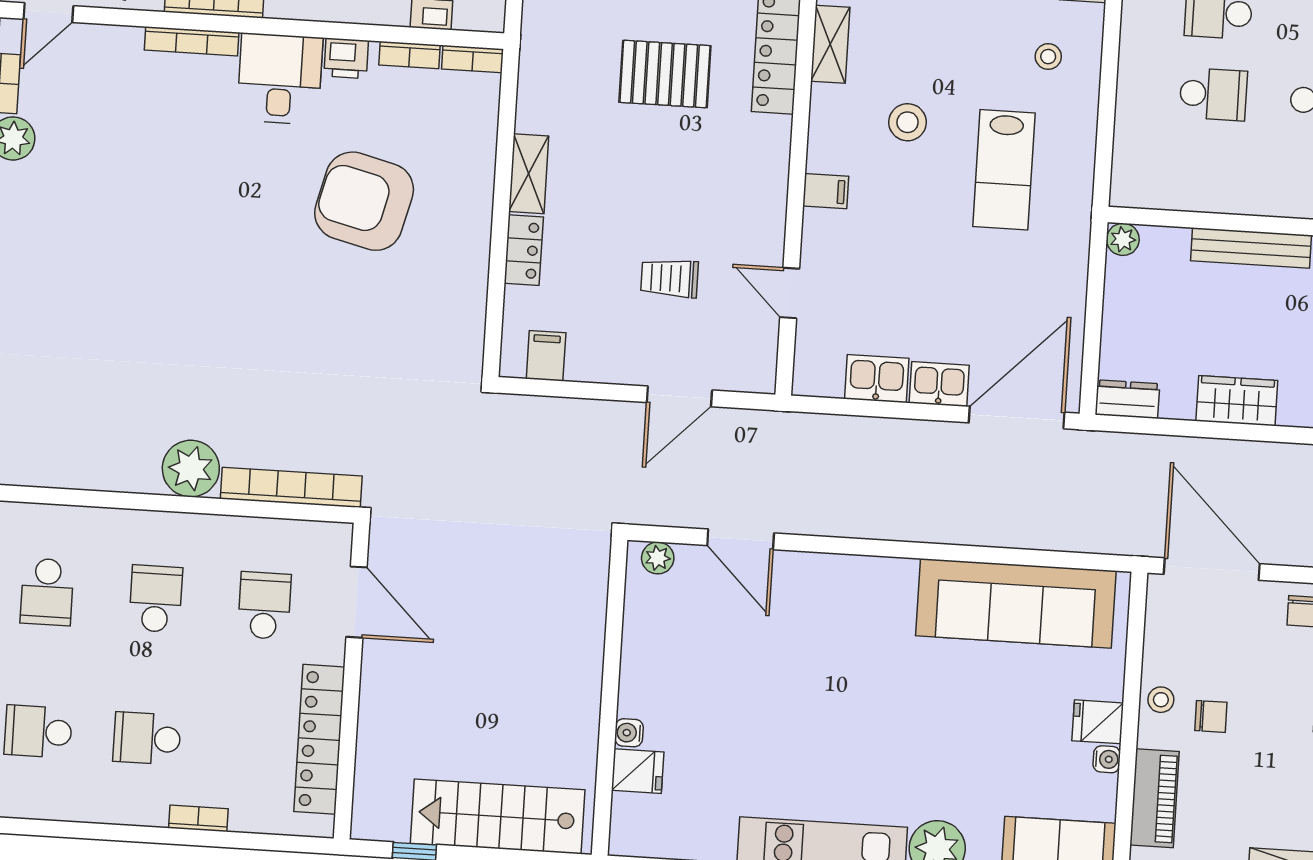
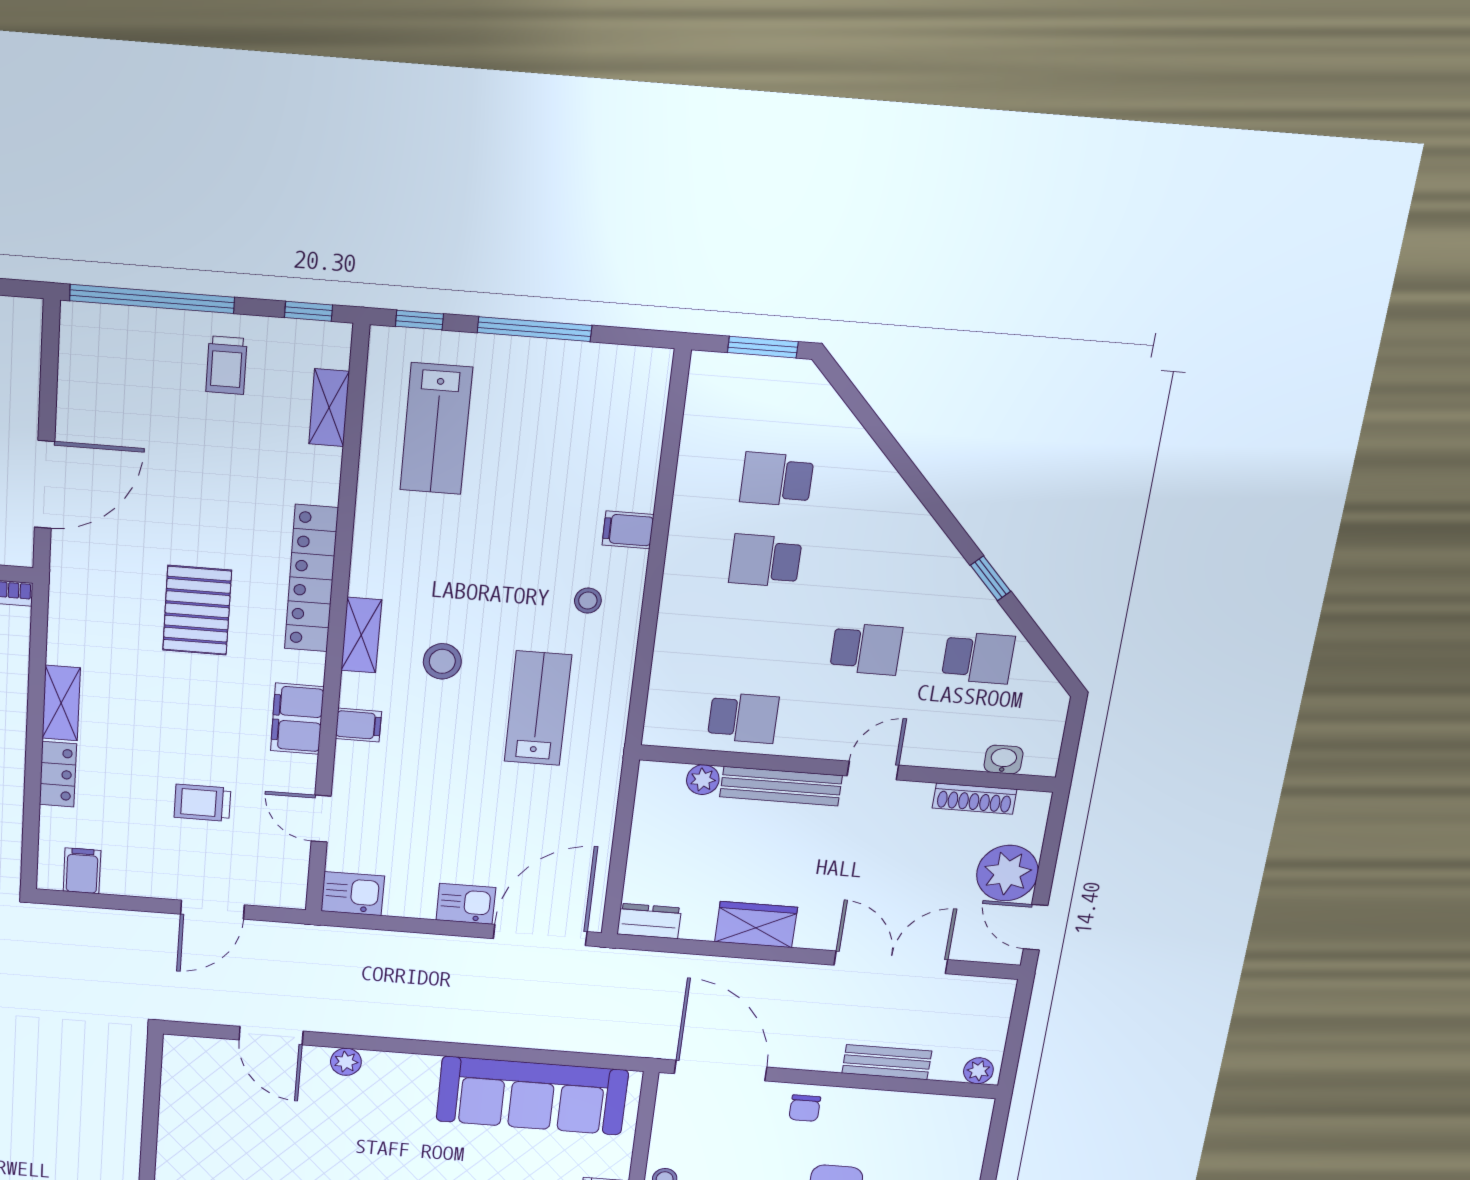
shelving: (830, 44) -> (361, 635), moved
pallet: (665, 74) -> (197, 610), turned 90
school desk: (1213, 94) -> (743, 718), moved
lab bench: (1004, 170) -> (538, 708), turned 180
filing cabinet: (764, 186) -> (297, 719), added
plant: (1123, 239) -> (703, 780), moved
kitchen sink: (877, 379) -> (353, 894), moved
plant: (658, 558) -> (346, 1062), moved

